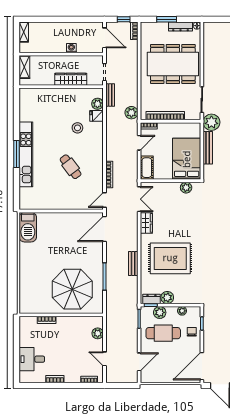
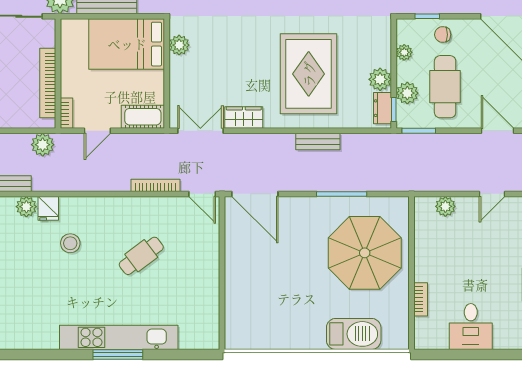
door: (139, 143) -> (97, 131), swing flipped
barbecue: (28, 227) -> (354, 334), moved
desk: (32, 359) -> (471, 327), moved

